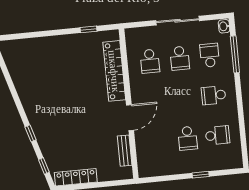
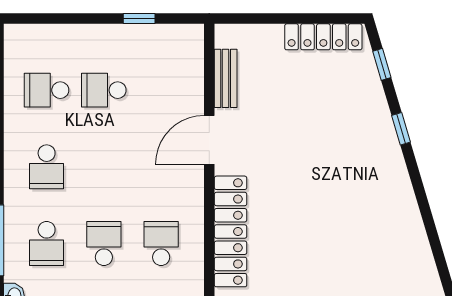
school desk: (214, 95) -> (47, 167), turned 90
school desk: (188, 138) -> (104, 90), turned -90
window: (201, 175) -> (139, 18), moved

